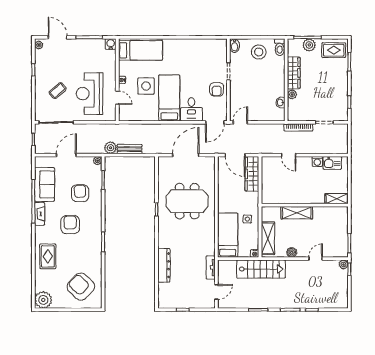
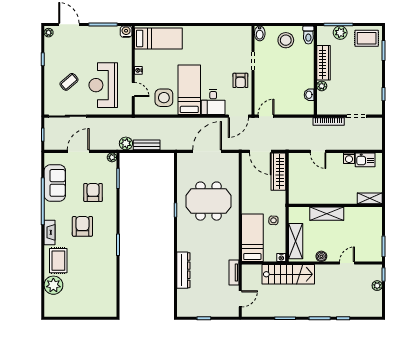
side table: (146, 86) -> (164, 98), moved
fireplace: (40, 214) -> (49, 232), moved
plant: (343, 264) -> (377, 286), moved
armchair: (81, 287) -> (94, 293), removed
plant: (43, 300) -> (53, 285), moved

